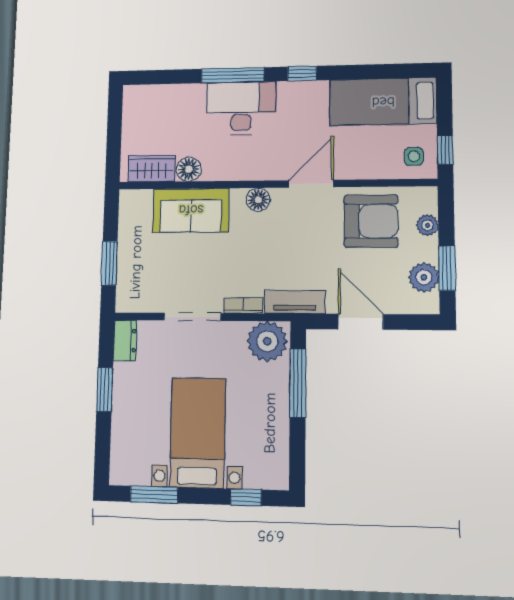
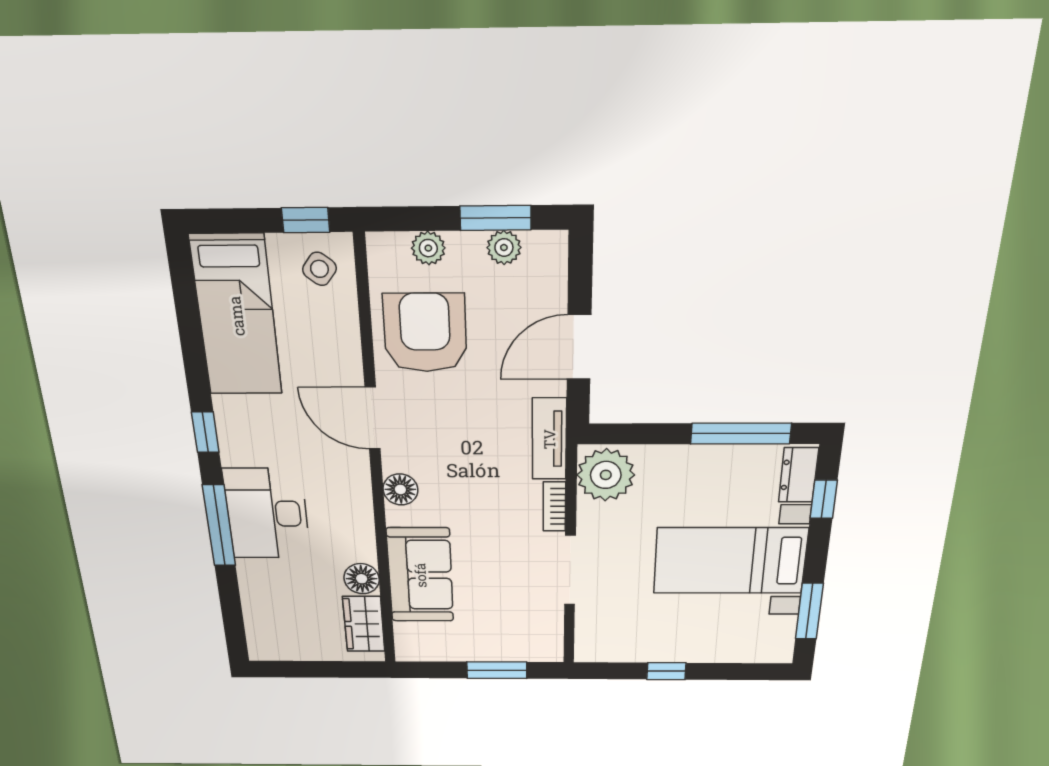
side table: (414, 156) -> (319, 269), turned 37
plant: (424, 277) -> (504, 248), width x0.73, depth x0.73
dresser: (125, 341) -> (798, 475), moved, turned -90
window: (298, 383) -> (741, 434), moved
window: (105, 390) -> (666, 671), width x0.67

